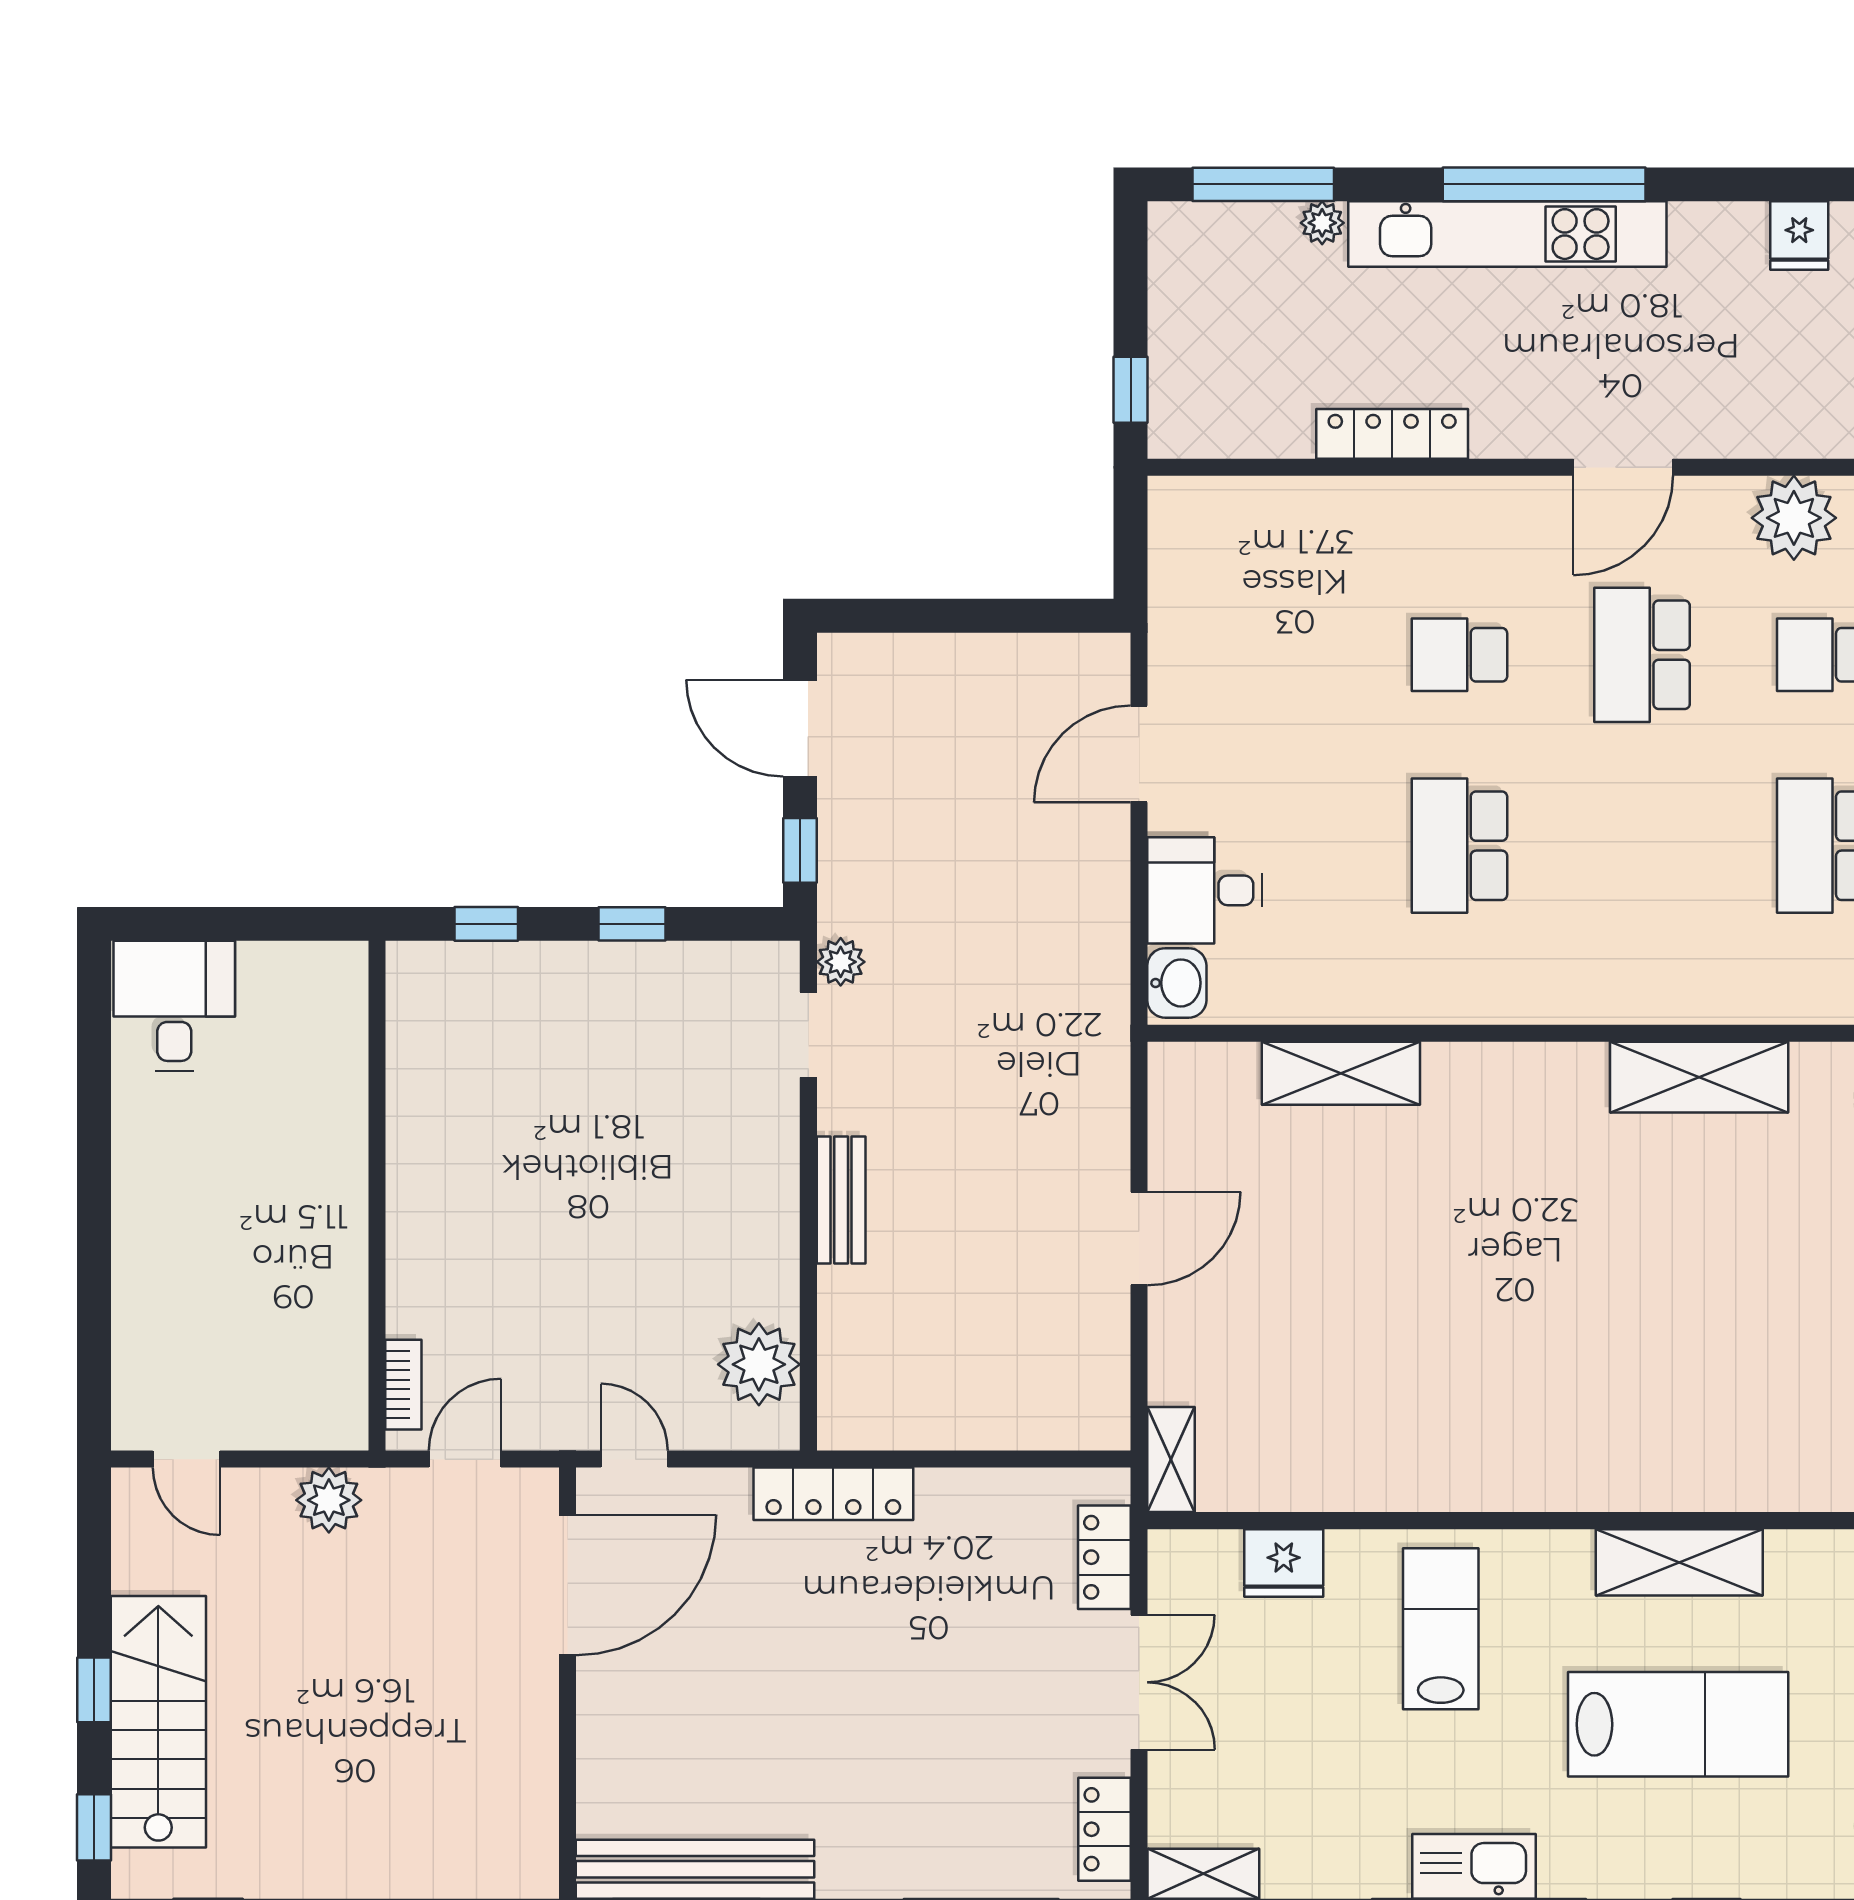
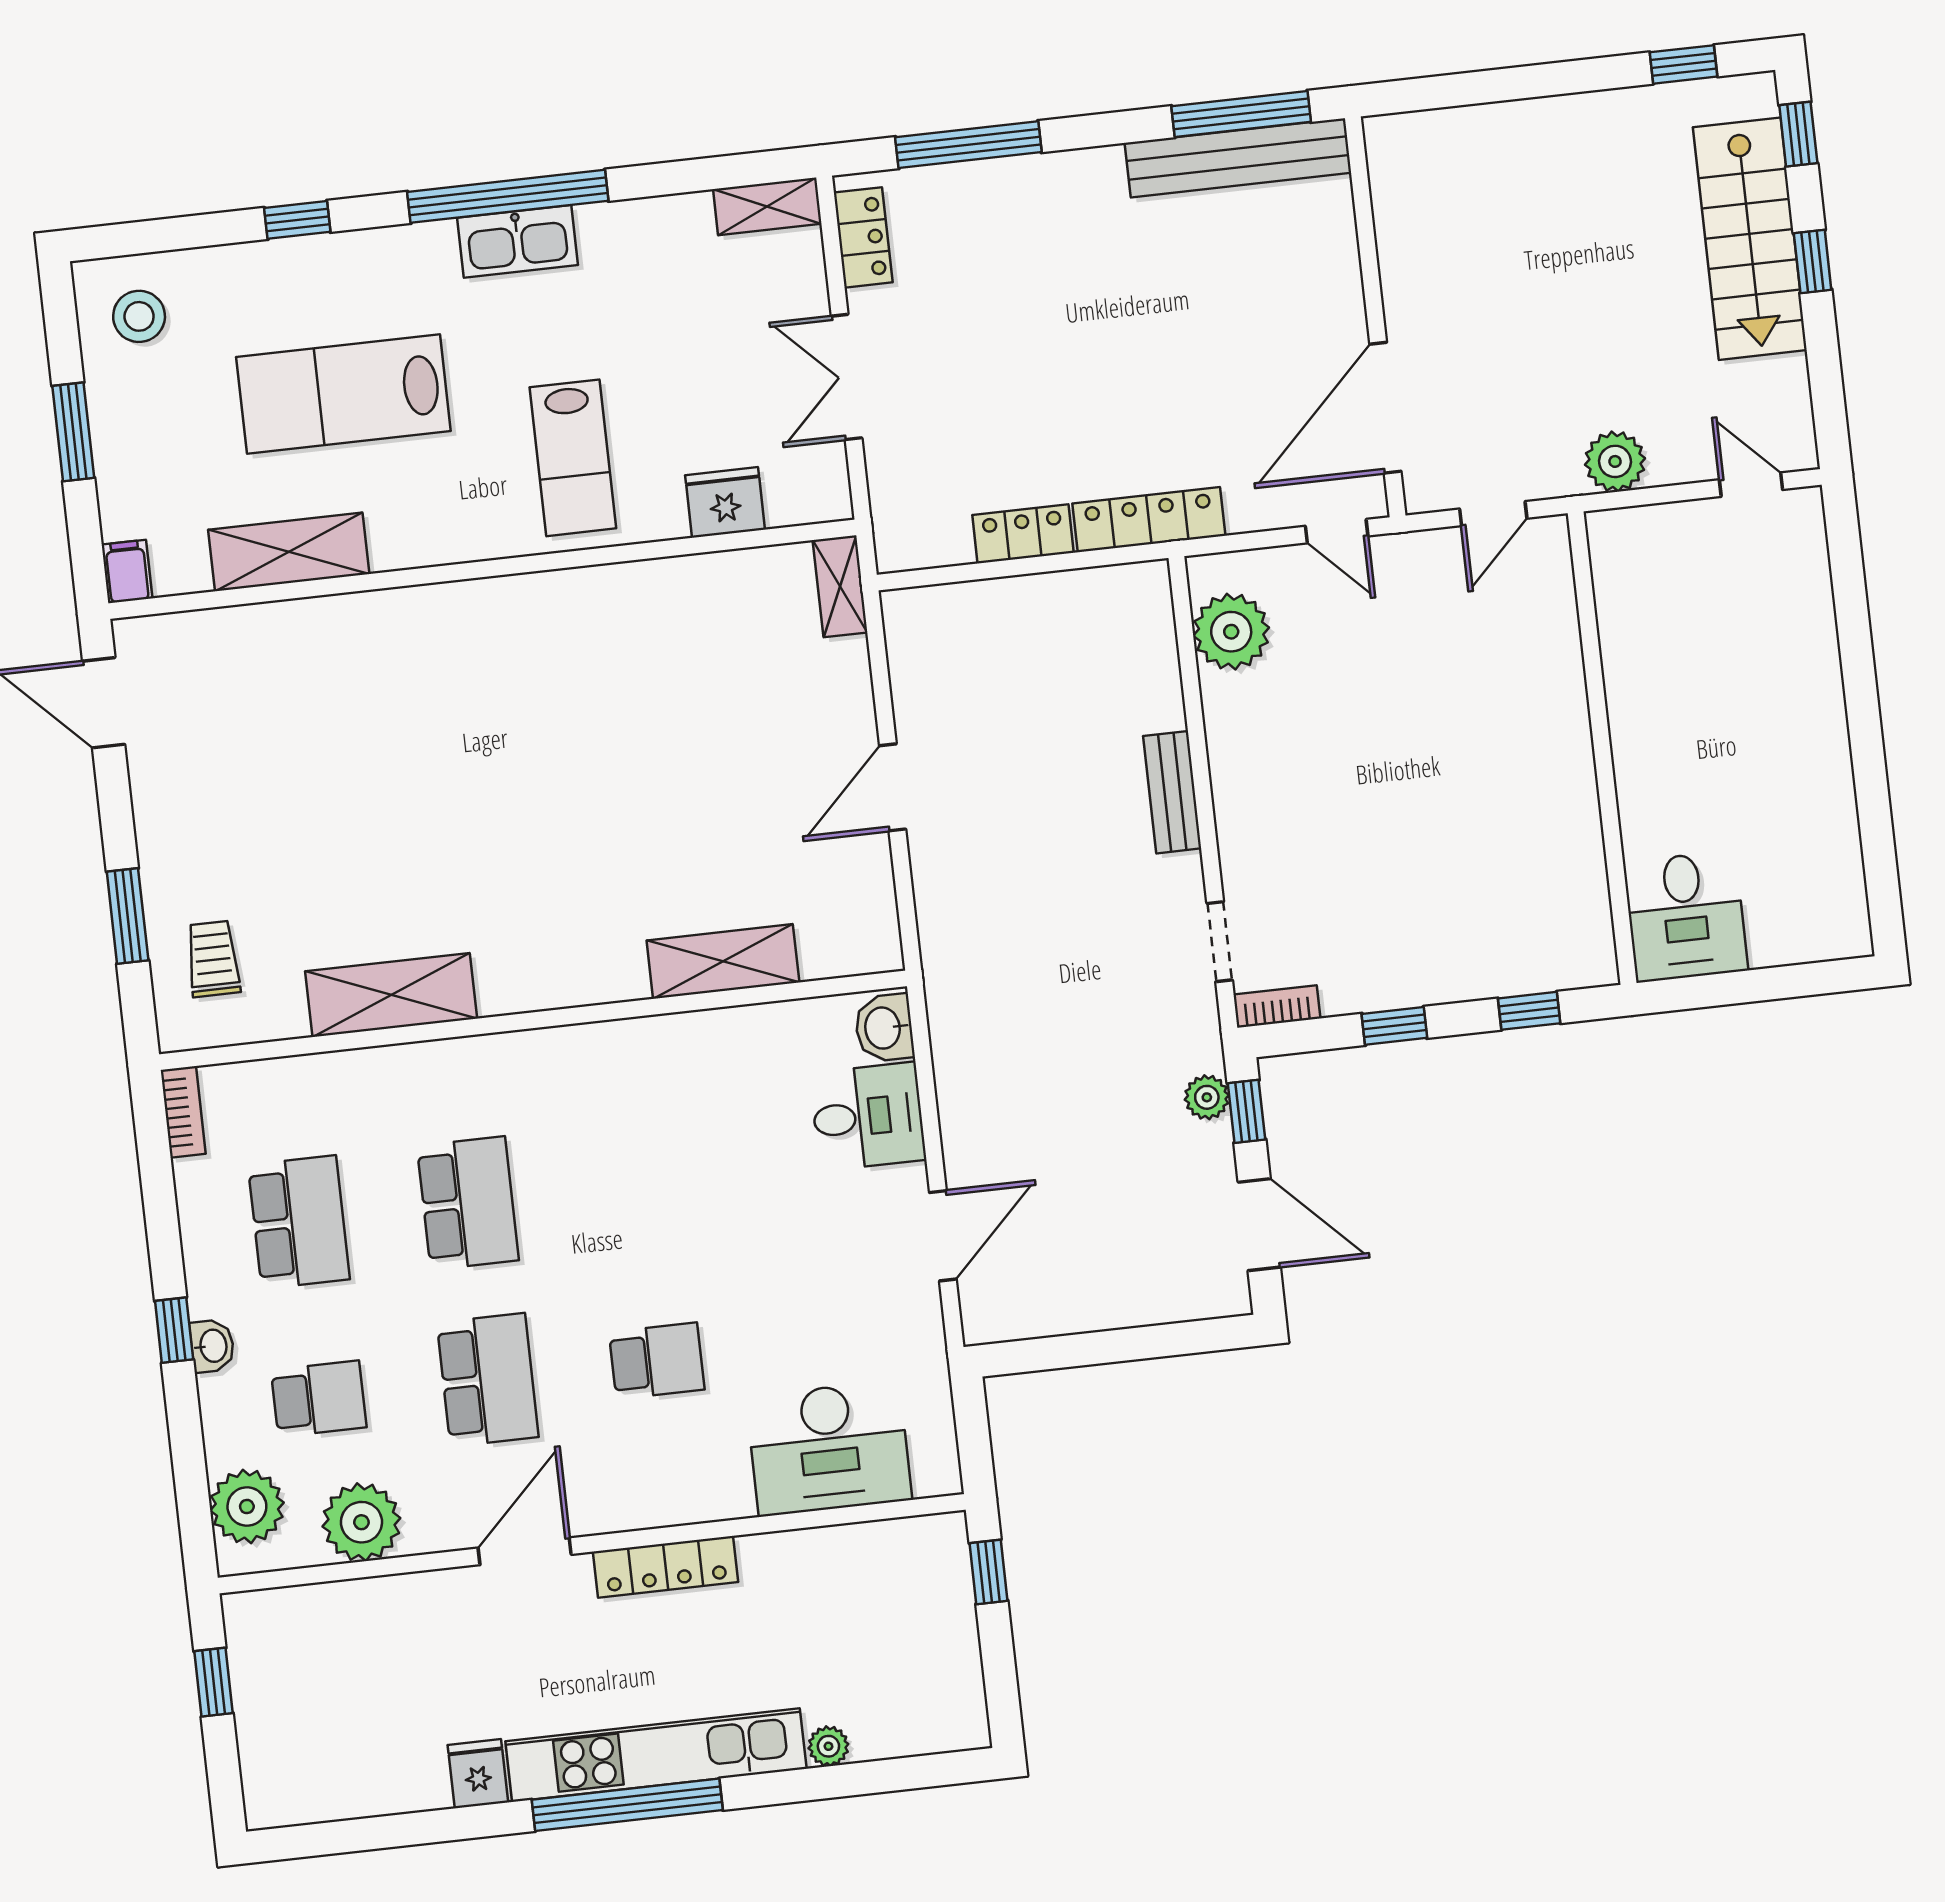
window: (1263, 184) -> (887, 1776), removed
fridge: (1799, 236) -> (478, 1774), moved
locker: (1392, 434) -> (666, 1567), moved
desk: (1286, 541) -> (829, 1448), added
school desk: (1459, 846) -> (468, 1203), moved
plant: (841, 962) -> (1207, 1097), moved
desk: (174, 1006) -> (1686, 916), moved
bookcase: (403, 1385) -> (1277, 1006), moved, turned 90
locker: (1104, 1557) -> (1023, 534), moved, turned -90
shelving: (1679, 1562) -> (289, 552), moved

